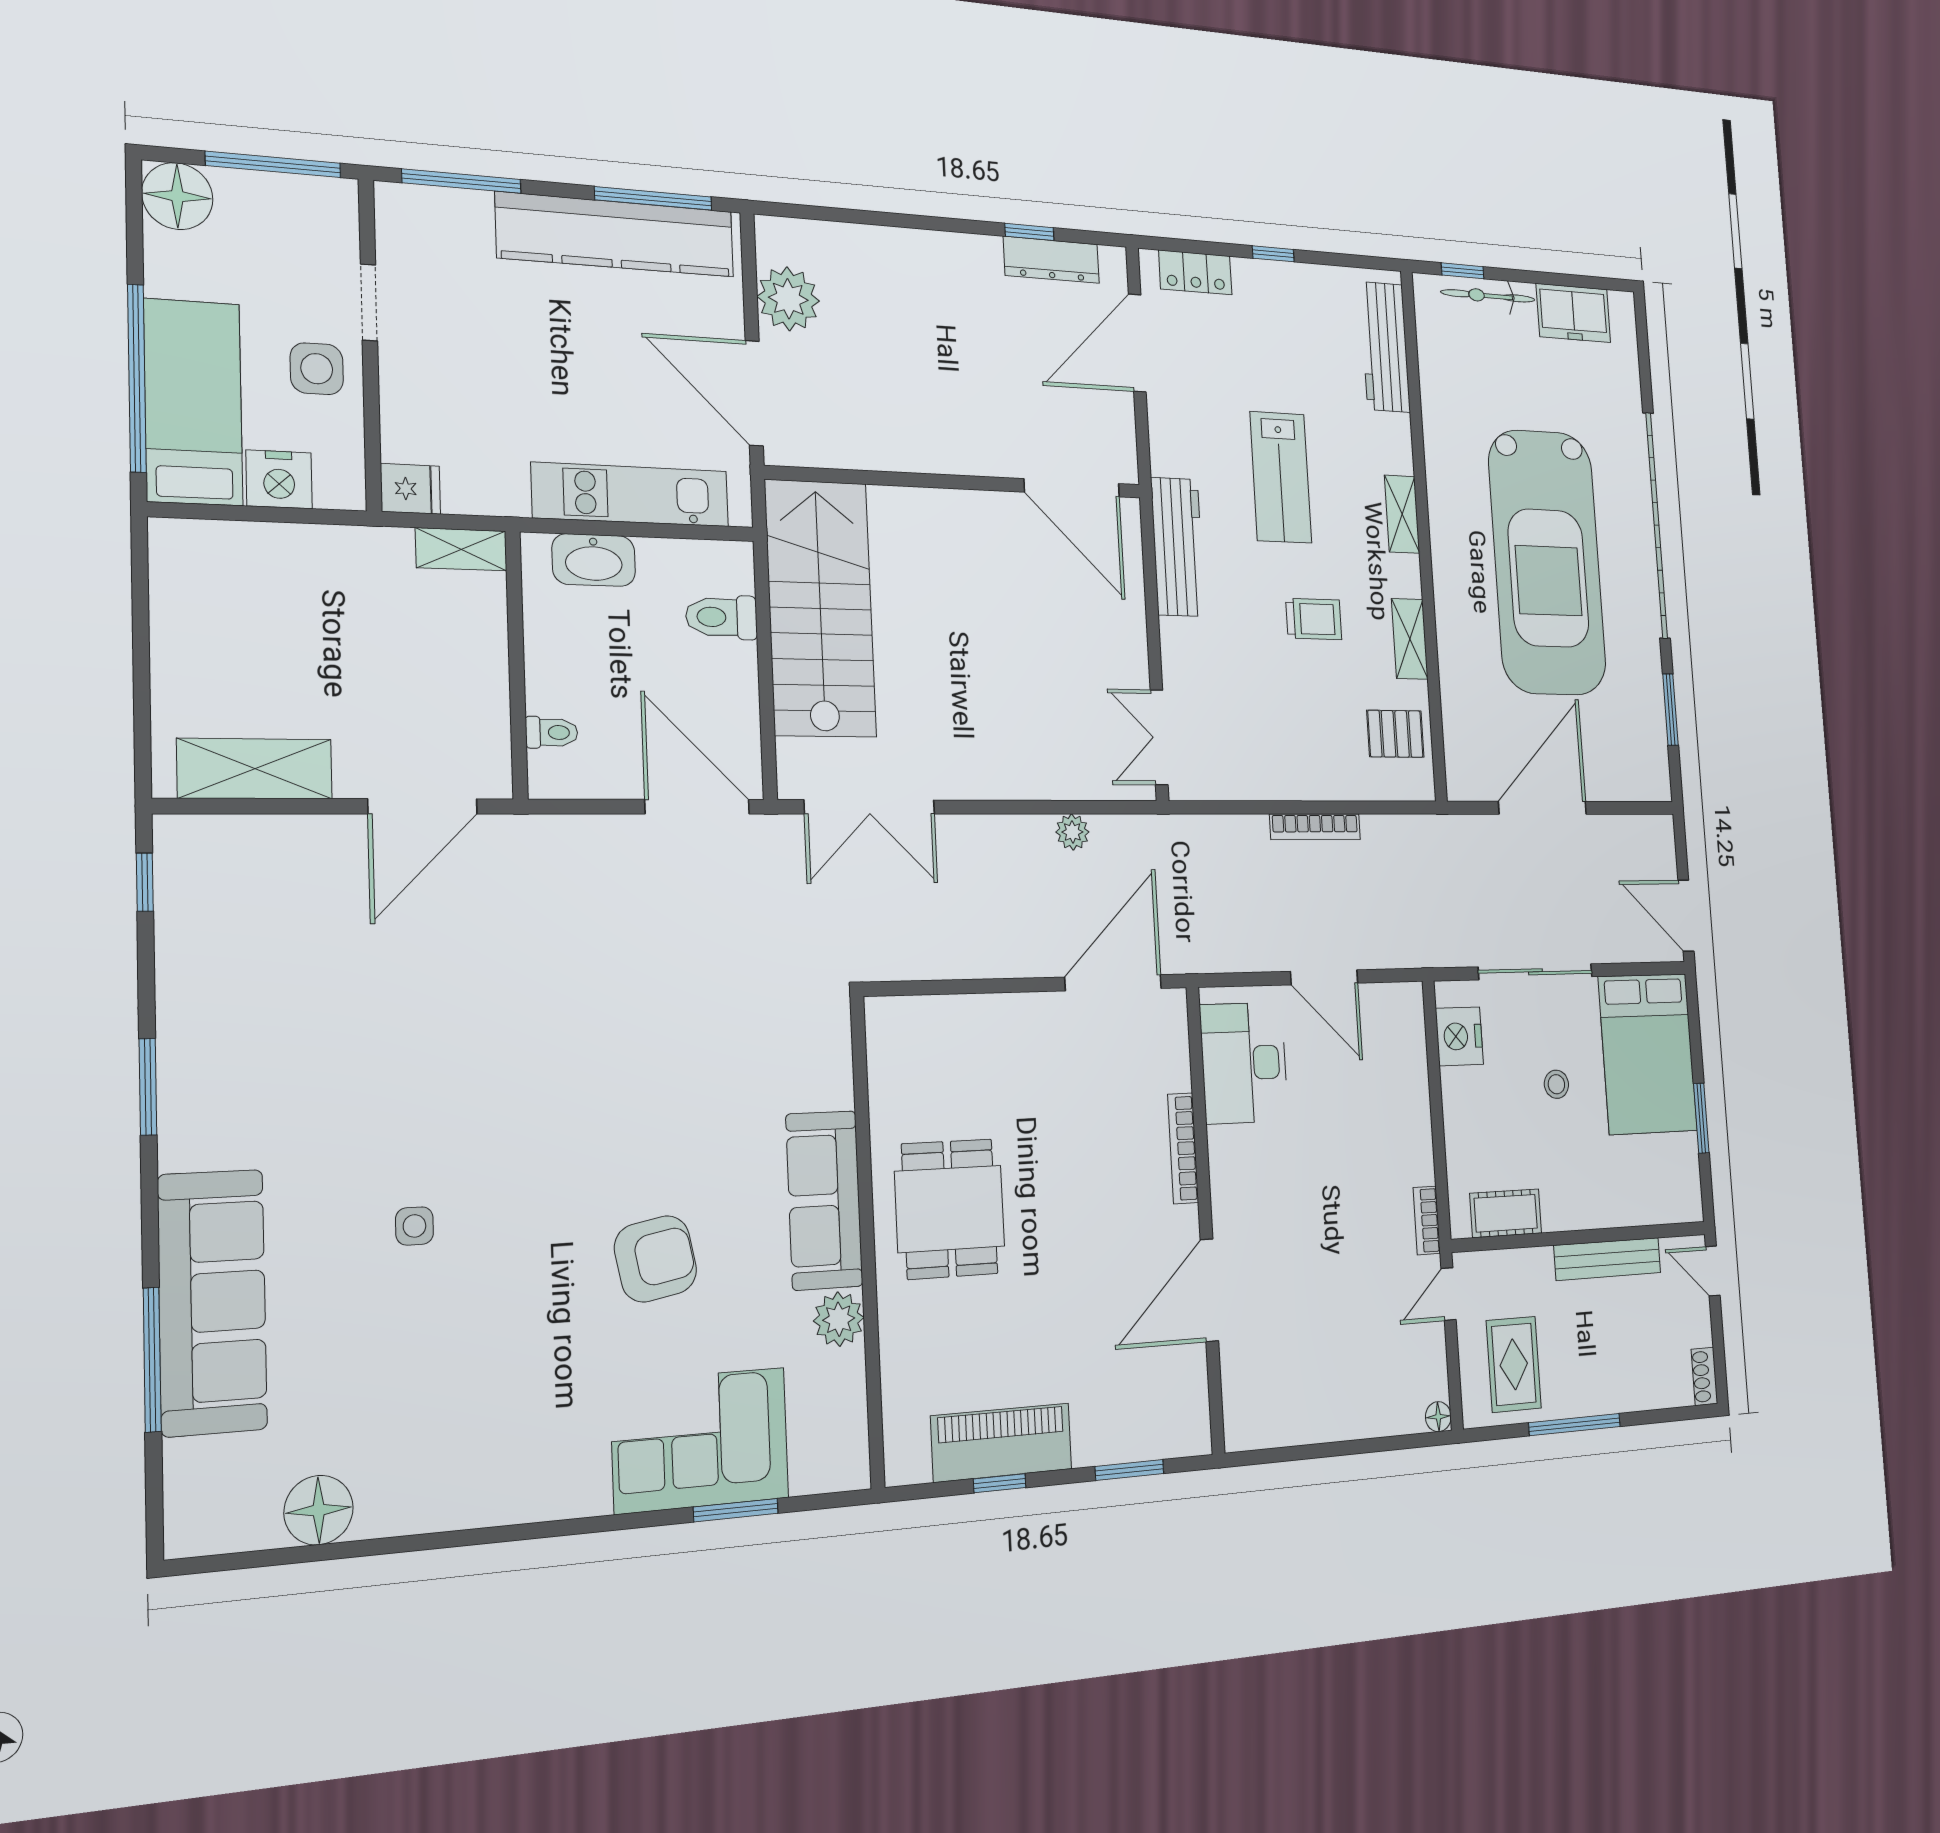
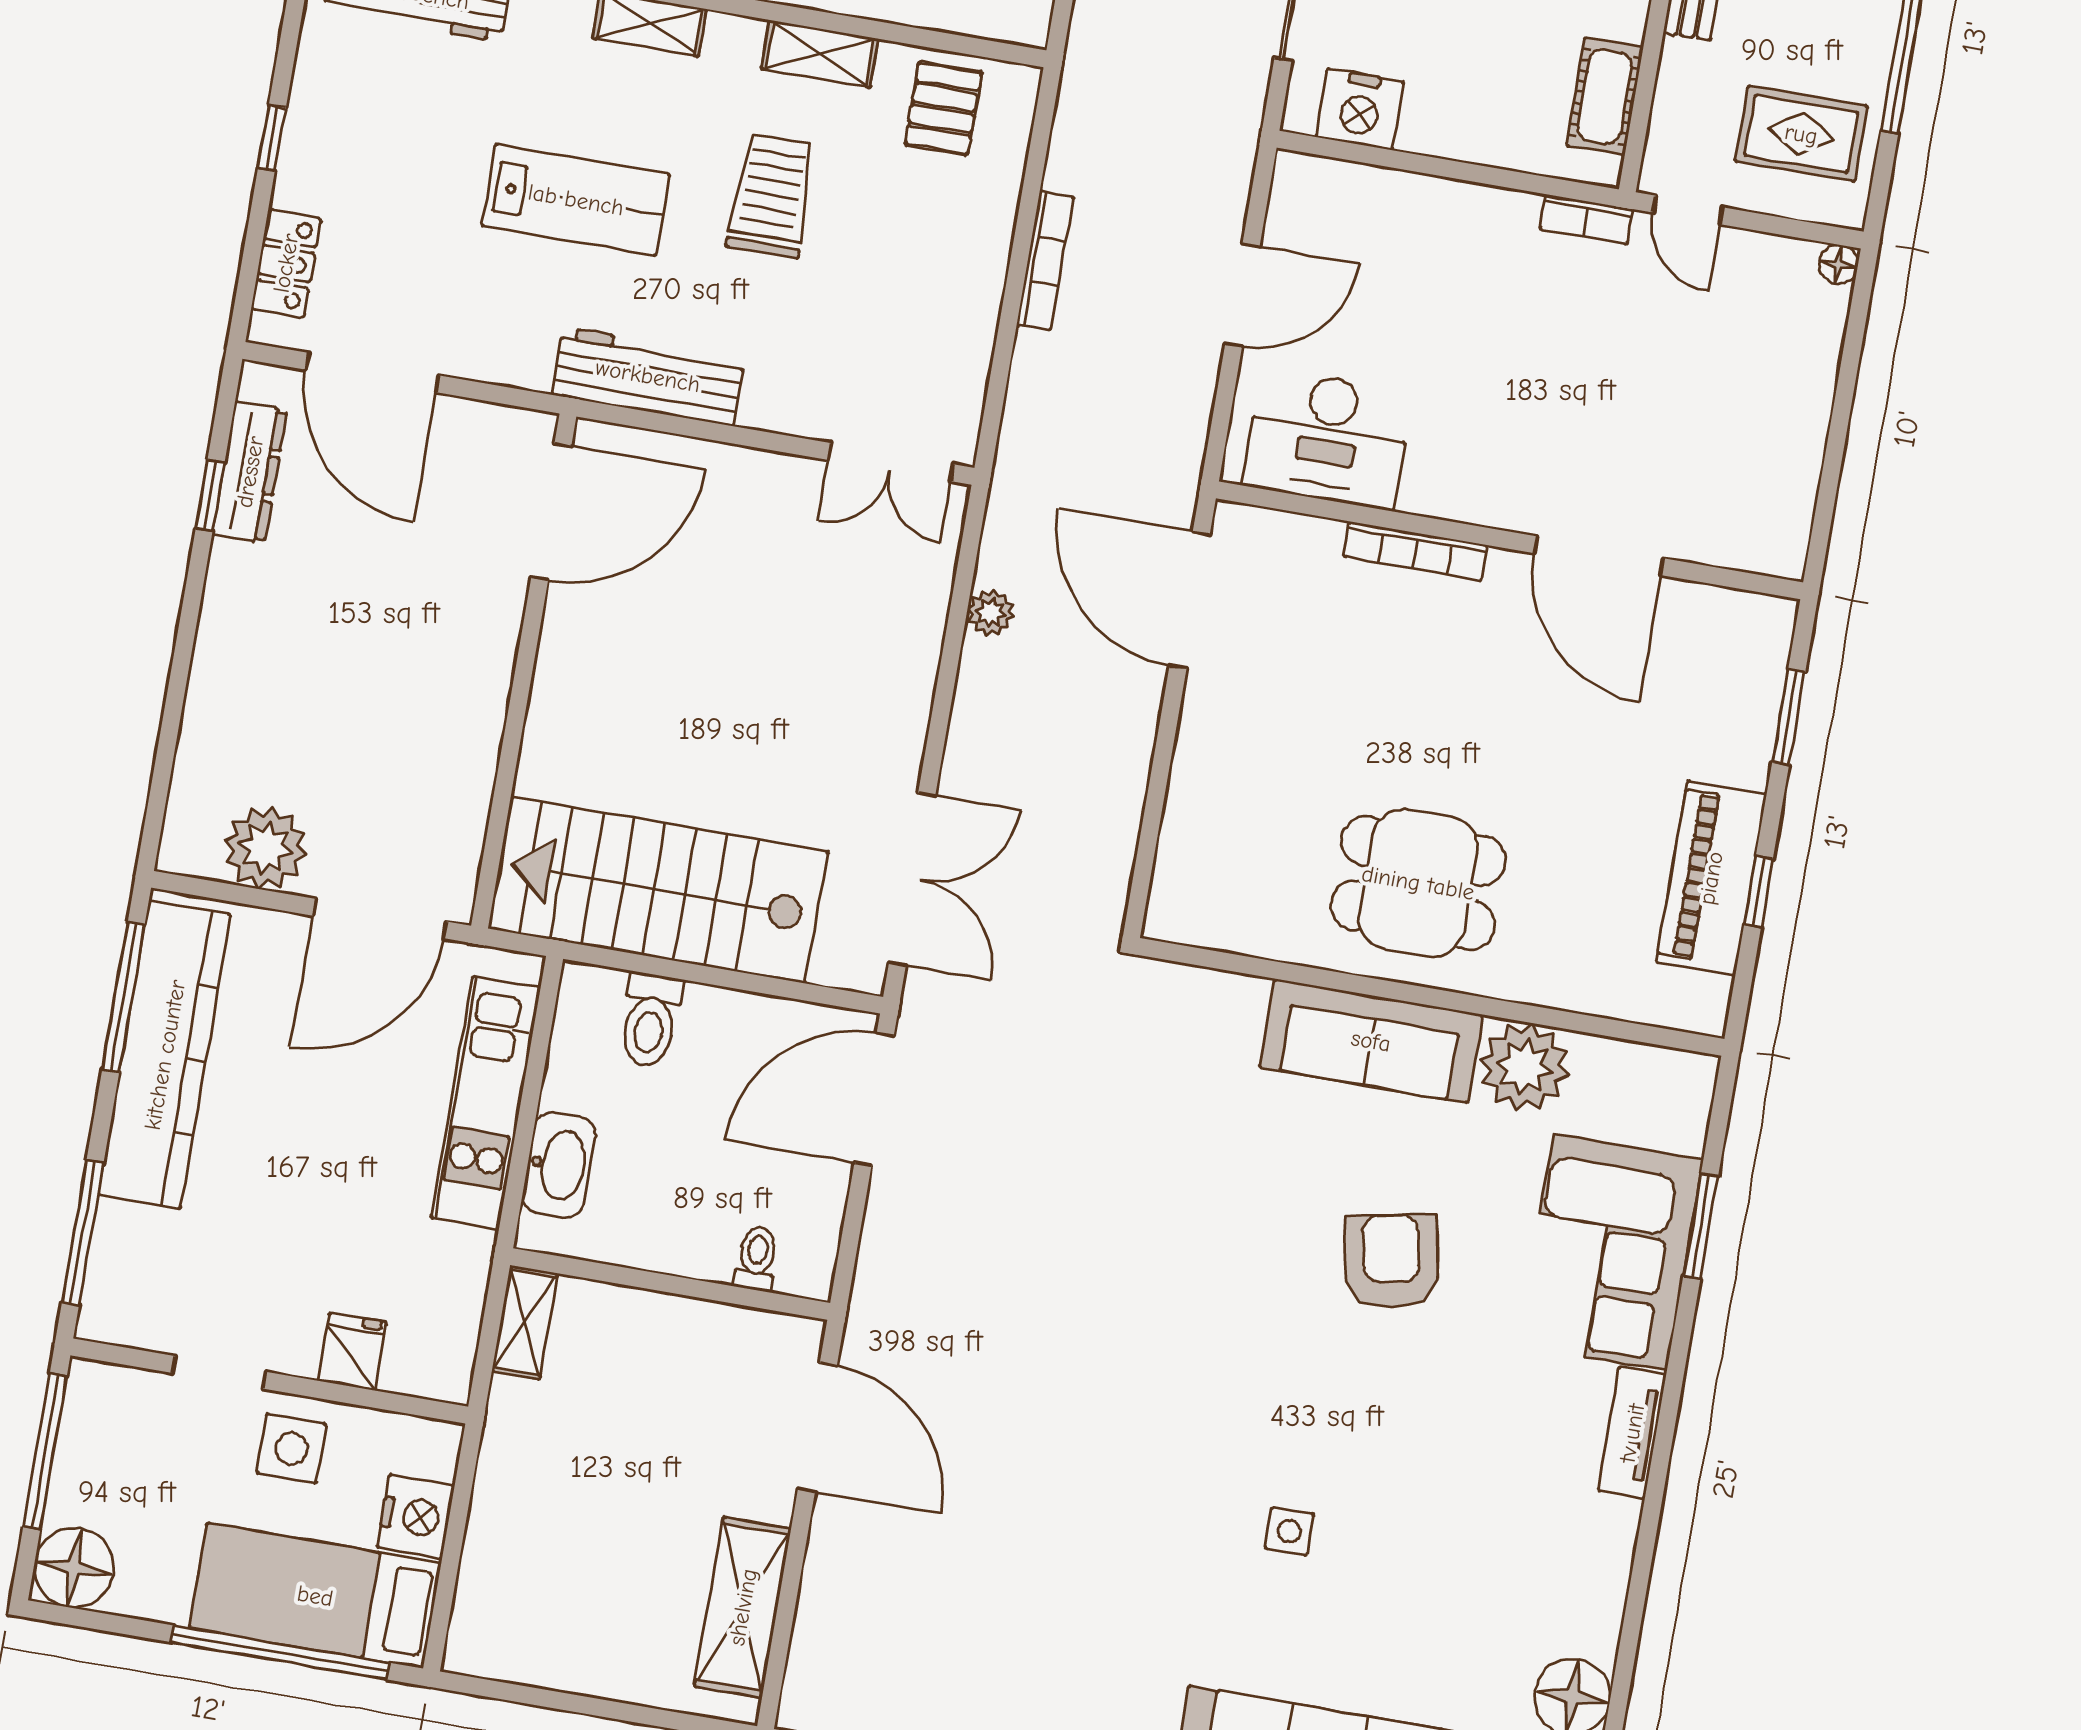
fridge: (410, 489) -> (352, 1352), moved
trolley: (1314, 619) -> (772, 196), width x1.36, depth x1.39
plant: (839, 1319) -> (1524, 1067), width x1.36, depth x1.36
tv unit: (557, 1500) -> (1632, 1433), added

